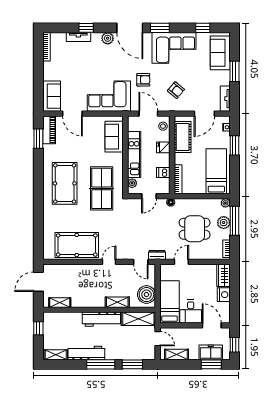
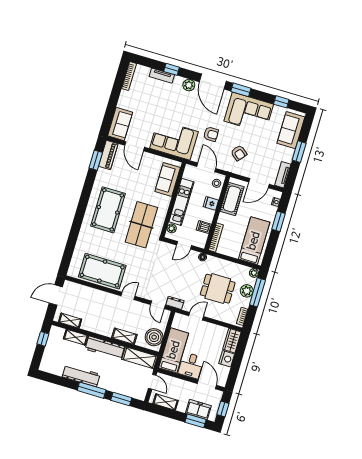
shelving: (56, 355) -> (76, 337), moved

